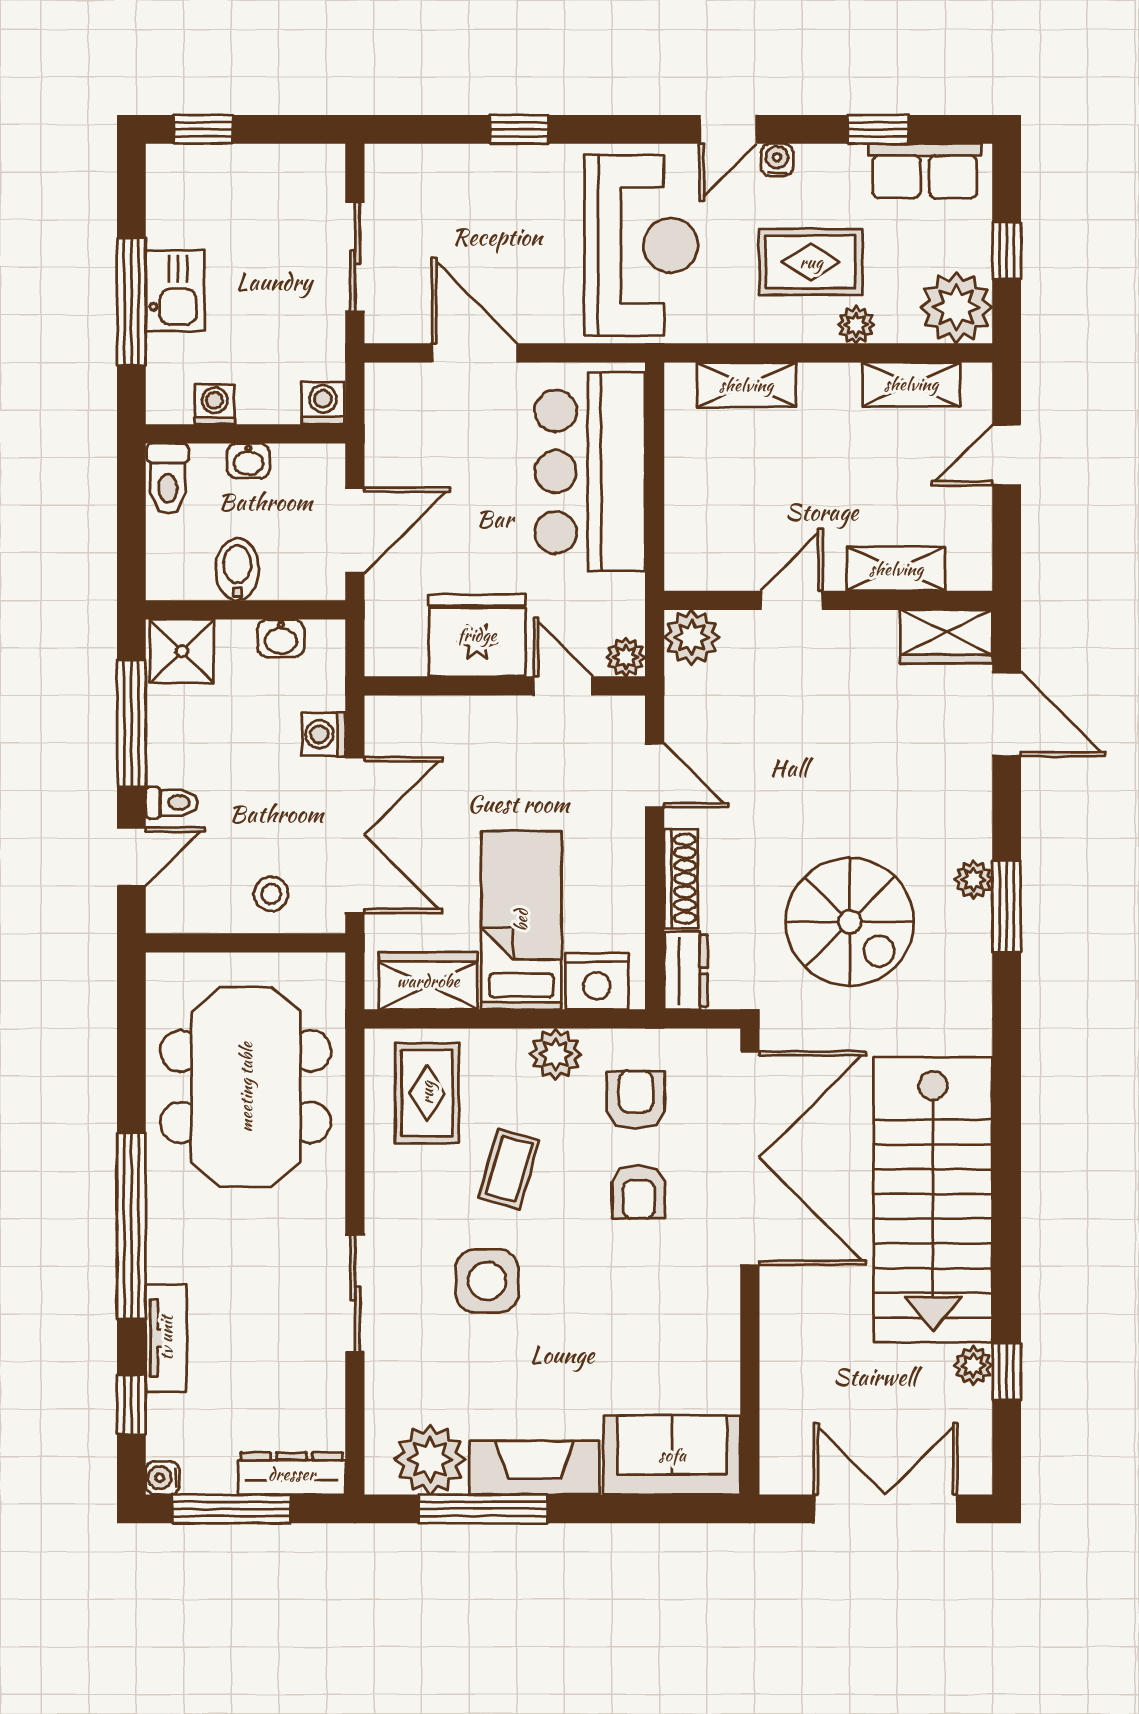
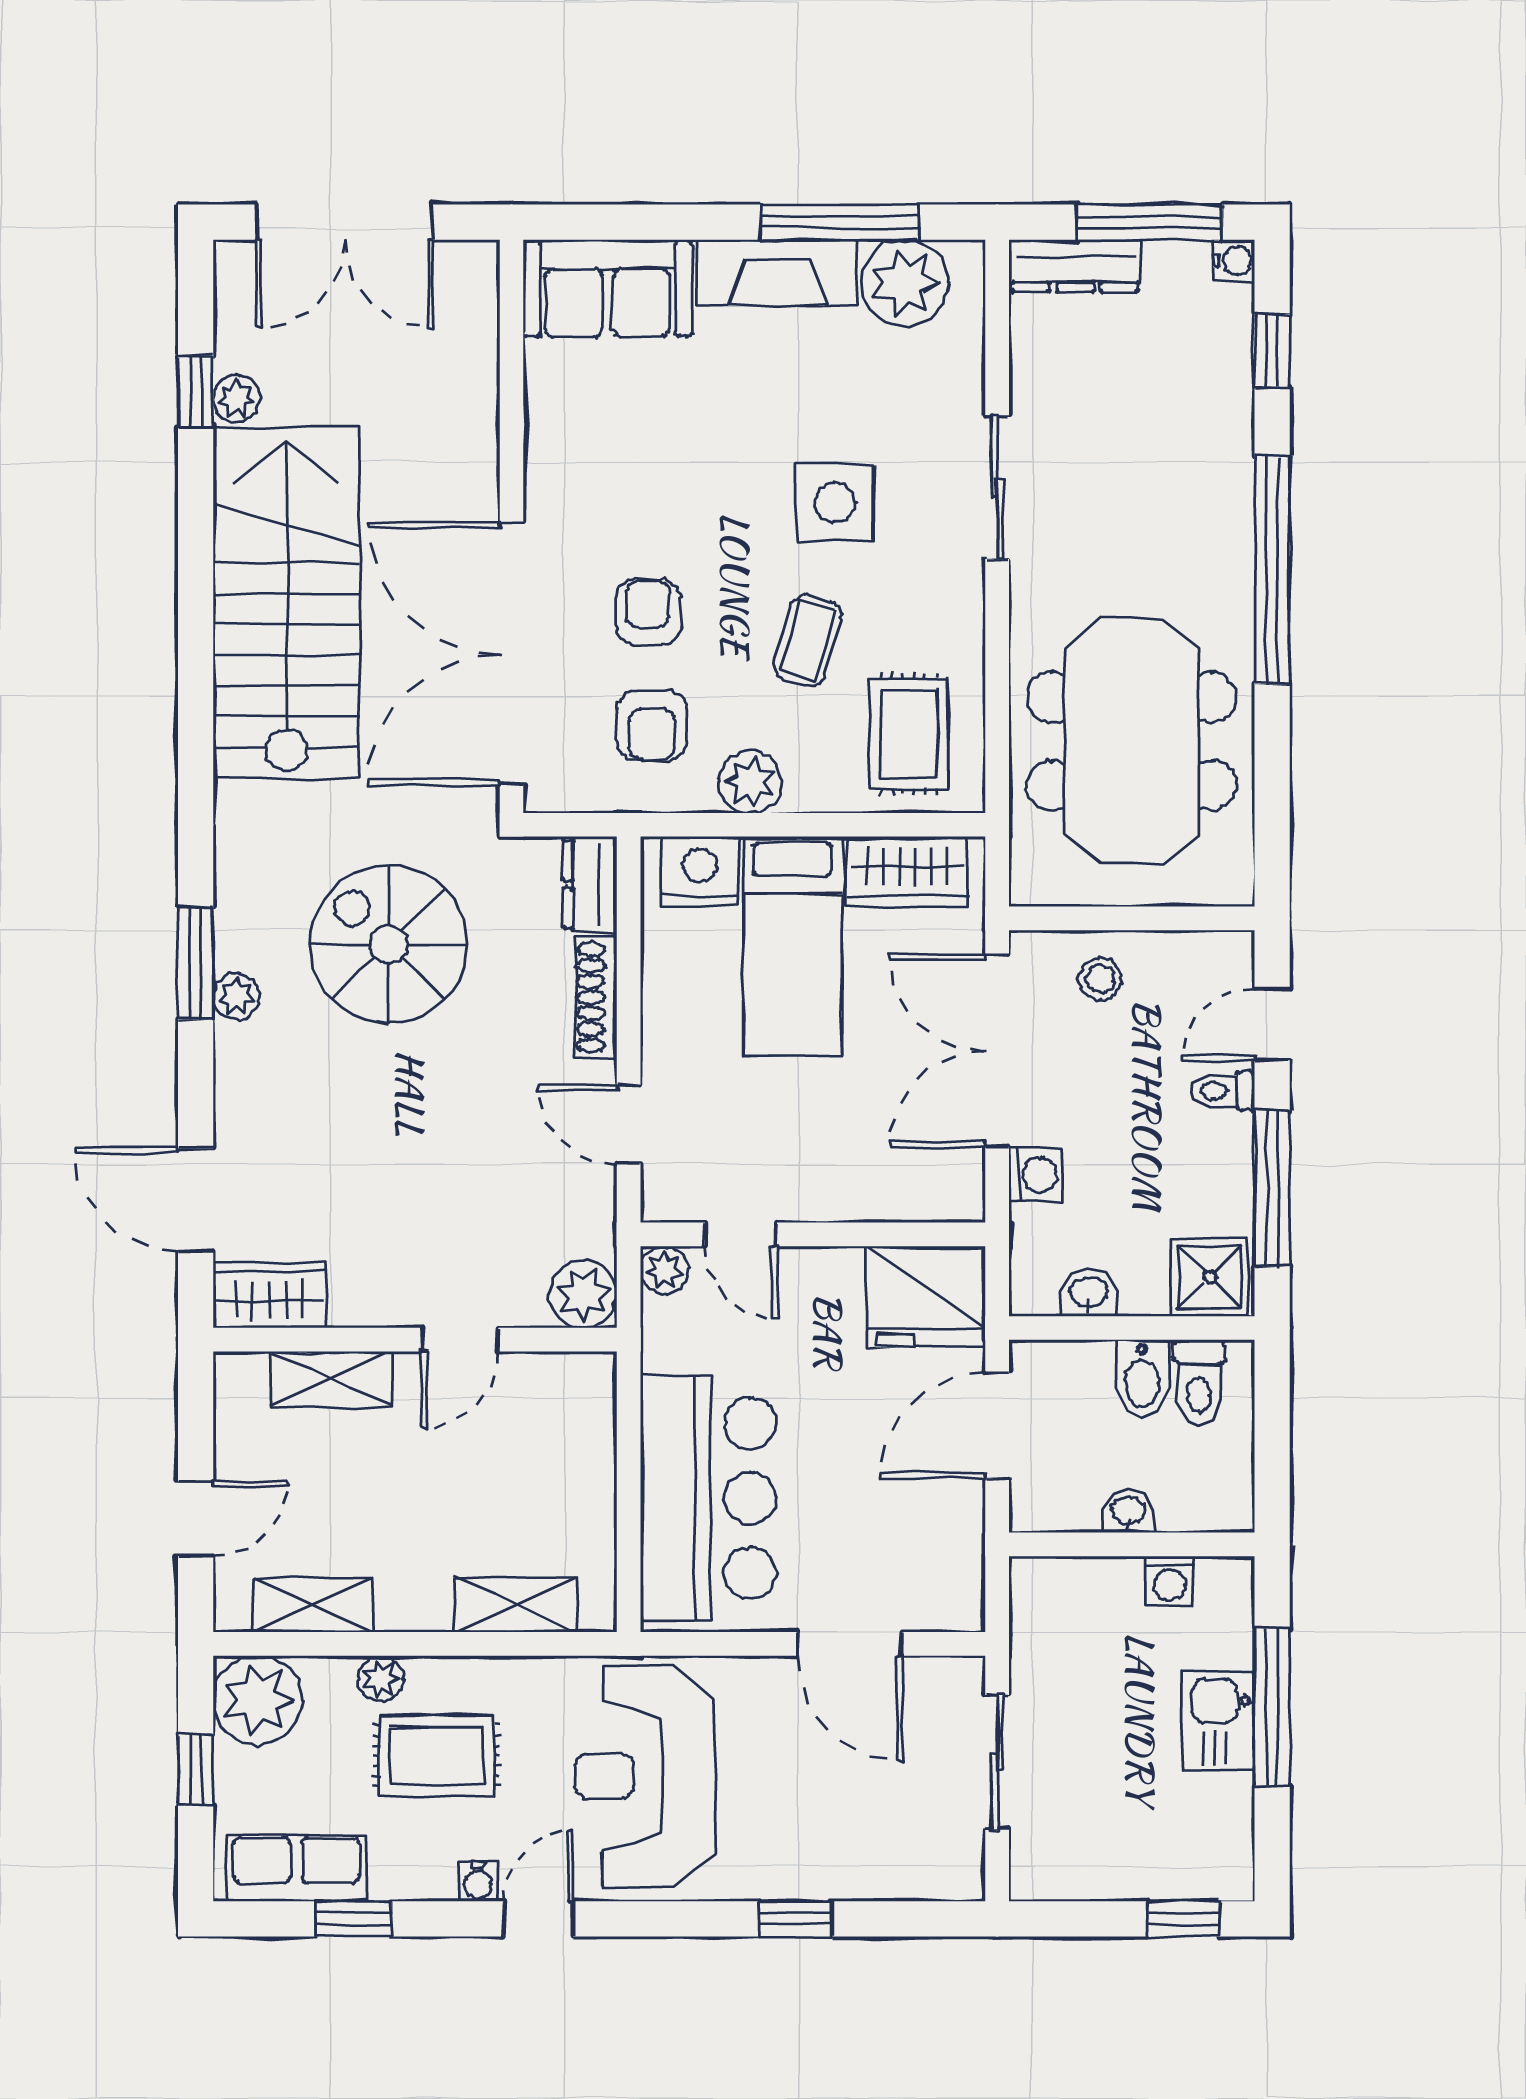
washing machine: (323, 403) -> (1037, 1582), removed
toilet: (168, 478) -> (1199, 1383), moved, turned 180
fridge: (477, 635) -> (926, 1297), moved
tv unit: (166, 1338) -> (1229, 432), removed

